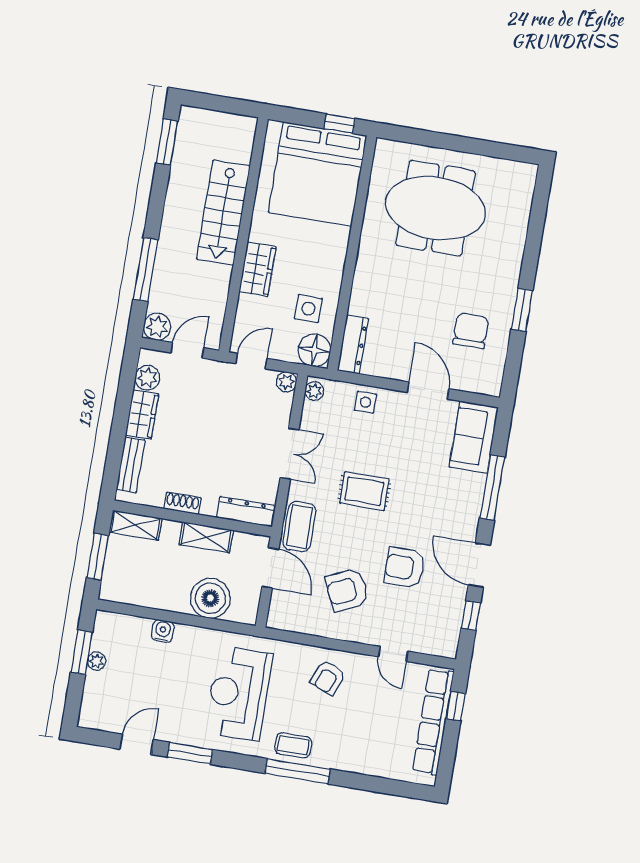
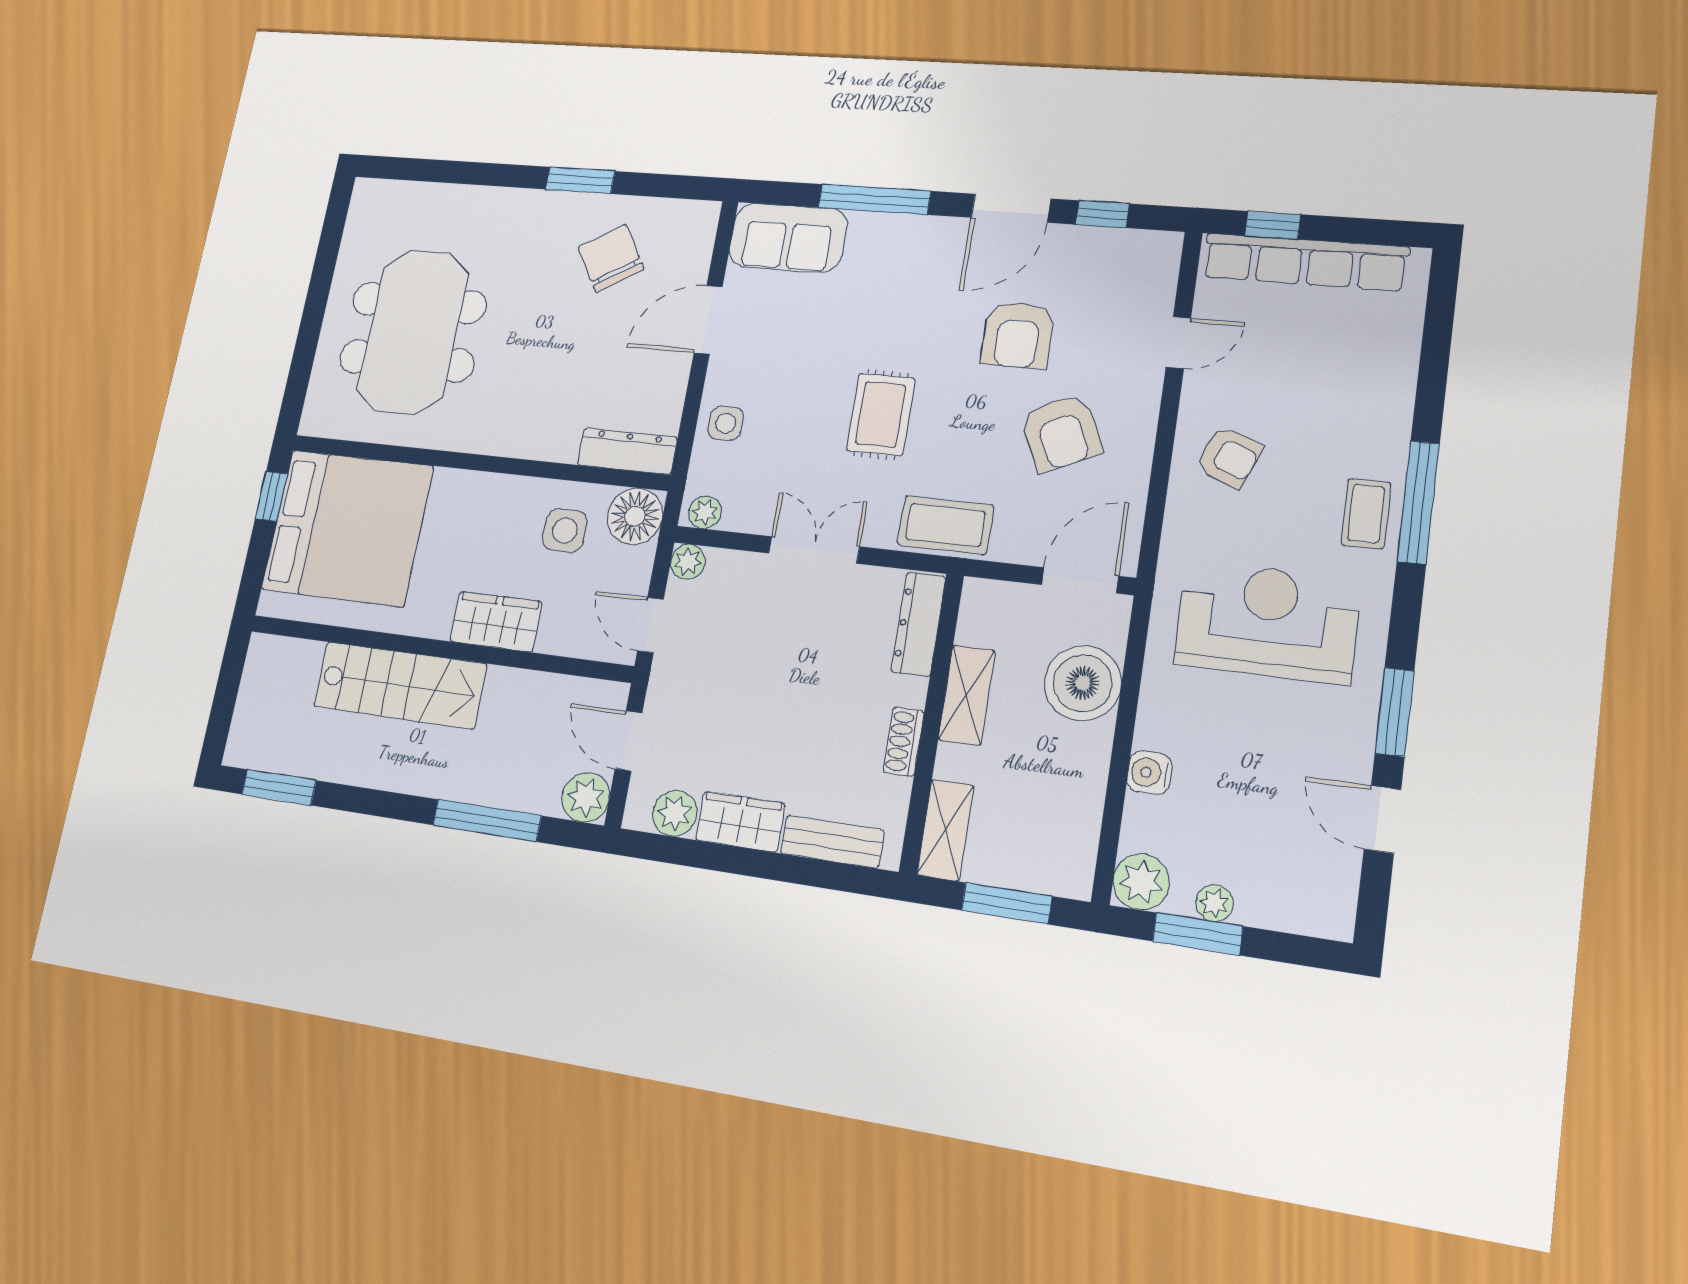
chair: (471, 331) -> (611, 258), turned 58
door: (270, 568) -> (1080, 580), moved
plant: (108, 625) -> (1141, 882), added
reception desk: (239, 693) -> (1267, 622), turned 180

